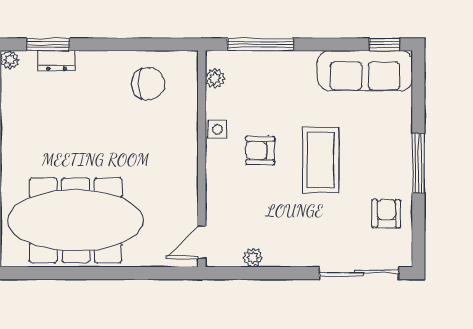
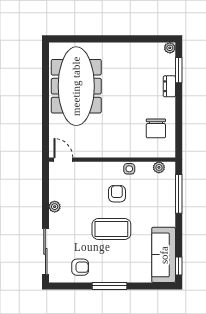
dresser: (56, 61) -> (169, 86), moved
plant: (253, 257) -> (55, 207), moved

